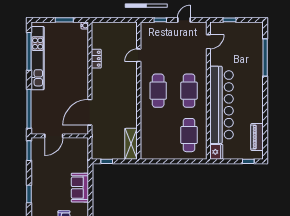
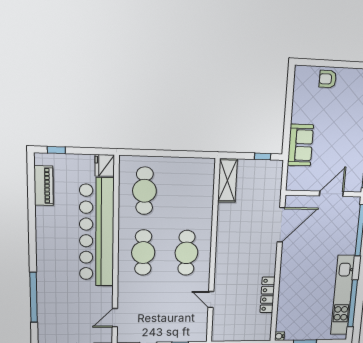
door: (139, 55) -> (211, 300), swing flipped
locker: (96, 59) -> (267, 295), width x1.53
sofa: (80, 188) -> (300, 145), moved

